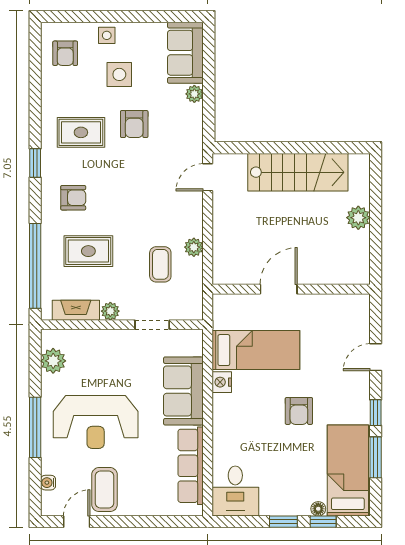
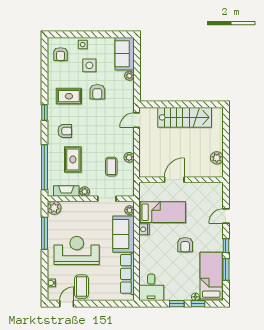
plant: (358, 218) -> (217, 158), moved
rug: (88, 251) -> (73, 159), turned 90
plant: (195, 346) -> (129, 210), added
plant: (53, 361) -> (54, 208), moved
reception desk: (96, 422) -> (77, 251), turned 180
window: (35, 427) -> (44, 233), moved

